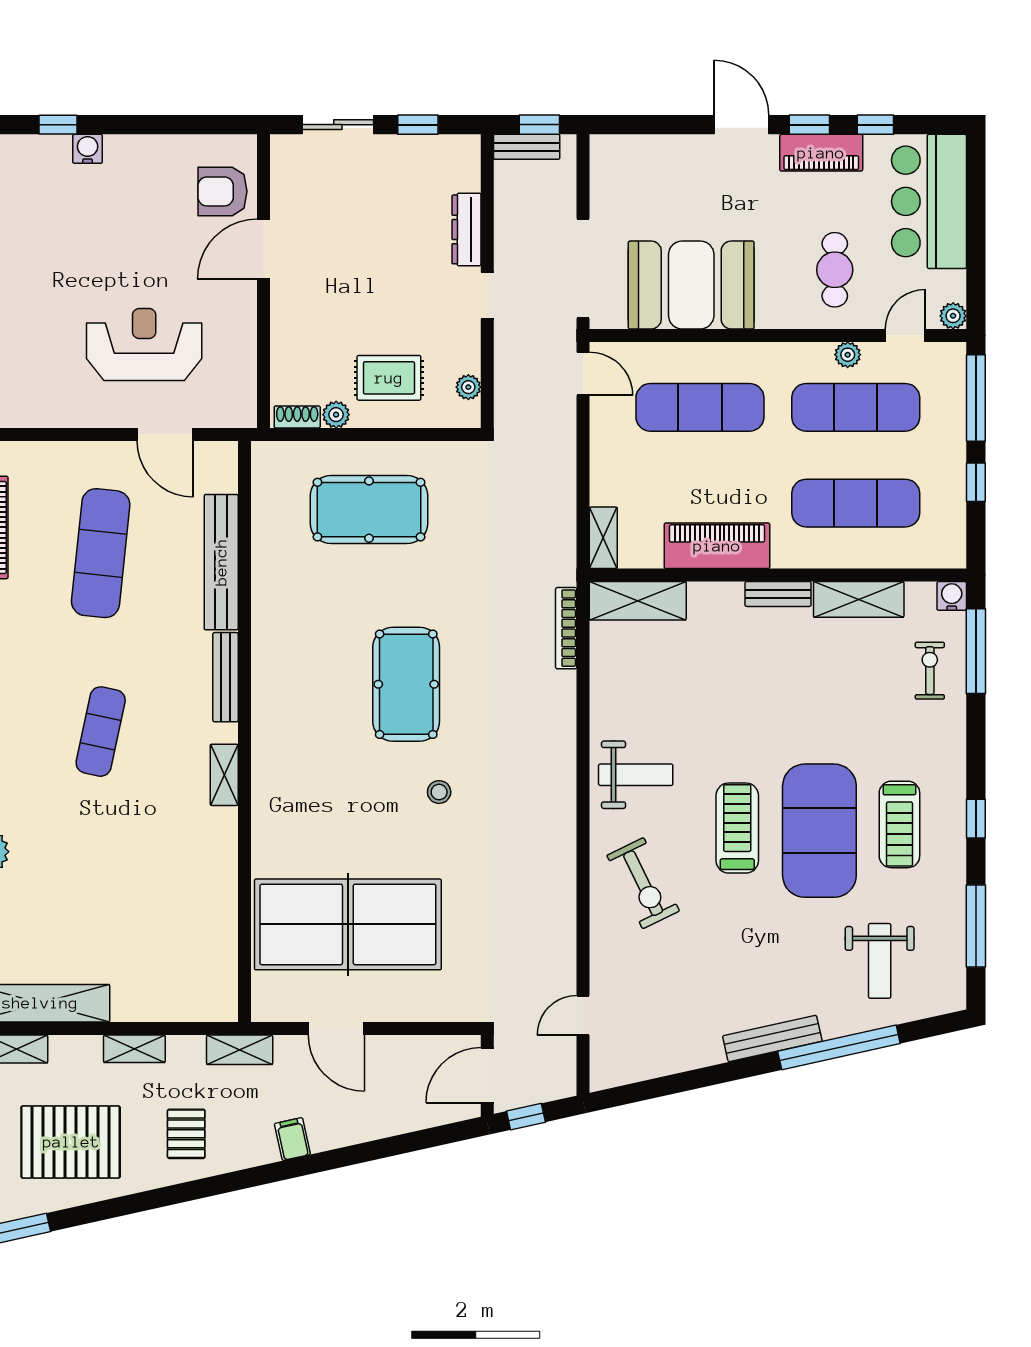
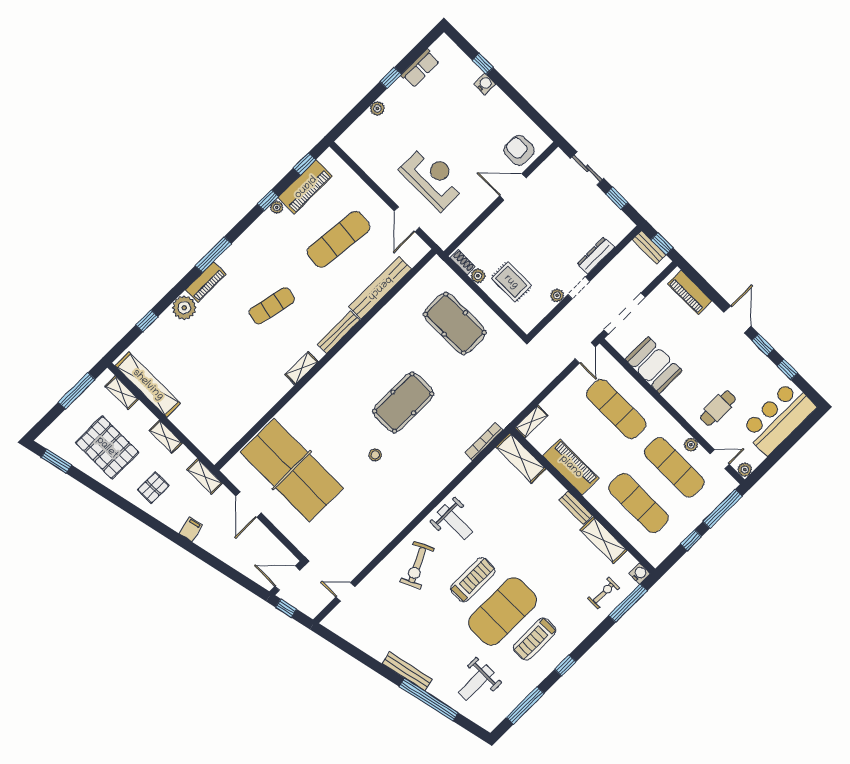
piano: (821, 153) -> (690, 292), moved
booth: (691, 285) -> (654, 365), width x0.73, depth x0.70
plant: (468, 387) -> (557, 295), moved

